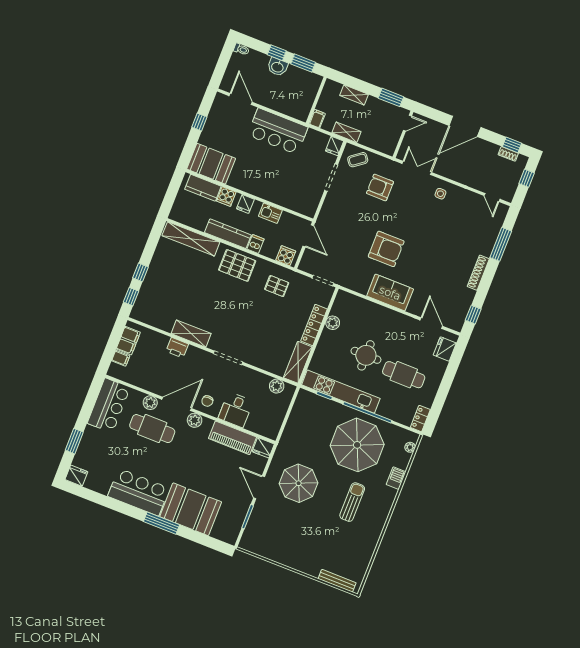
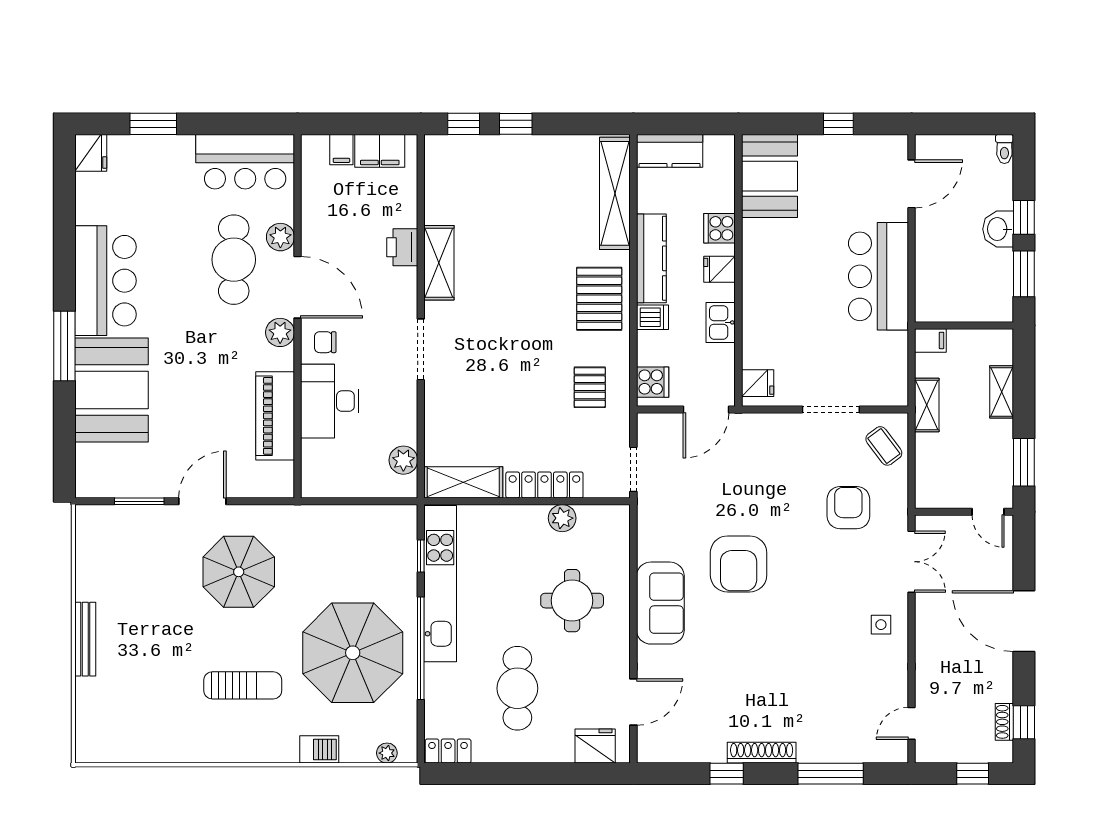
fridge: (335, 146) -> (758, 383), moved, turned 180
kitchen counter: (203, 188) -> (670, 151), moved, turned -90
window: (473, 315) -> (727, 774), moved
round table: (366, 355) -> (572, 601), moved
desk: (236, 410) -> (330, 401), width x1.37
fridge: (263, 448) -> (279, 480), removed
bench: (337, 581) -> (85, 639), moved

